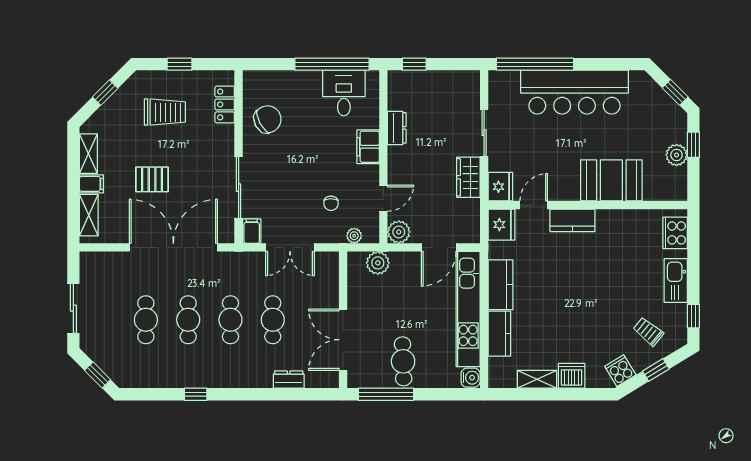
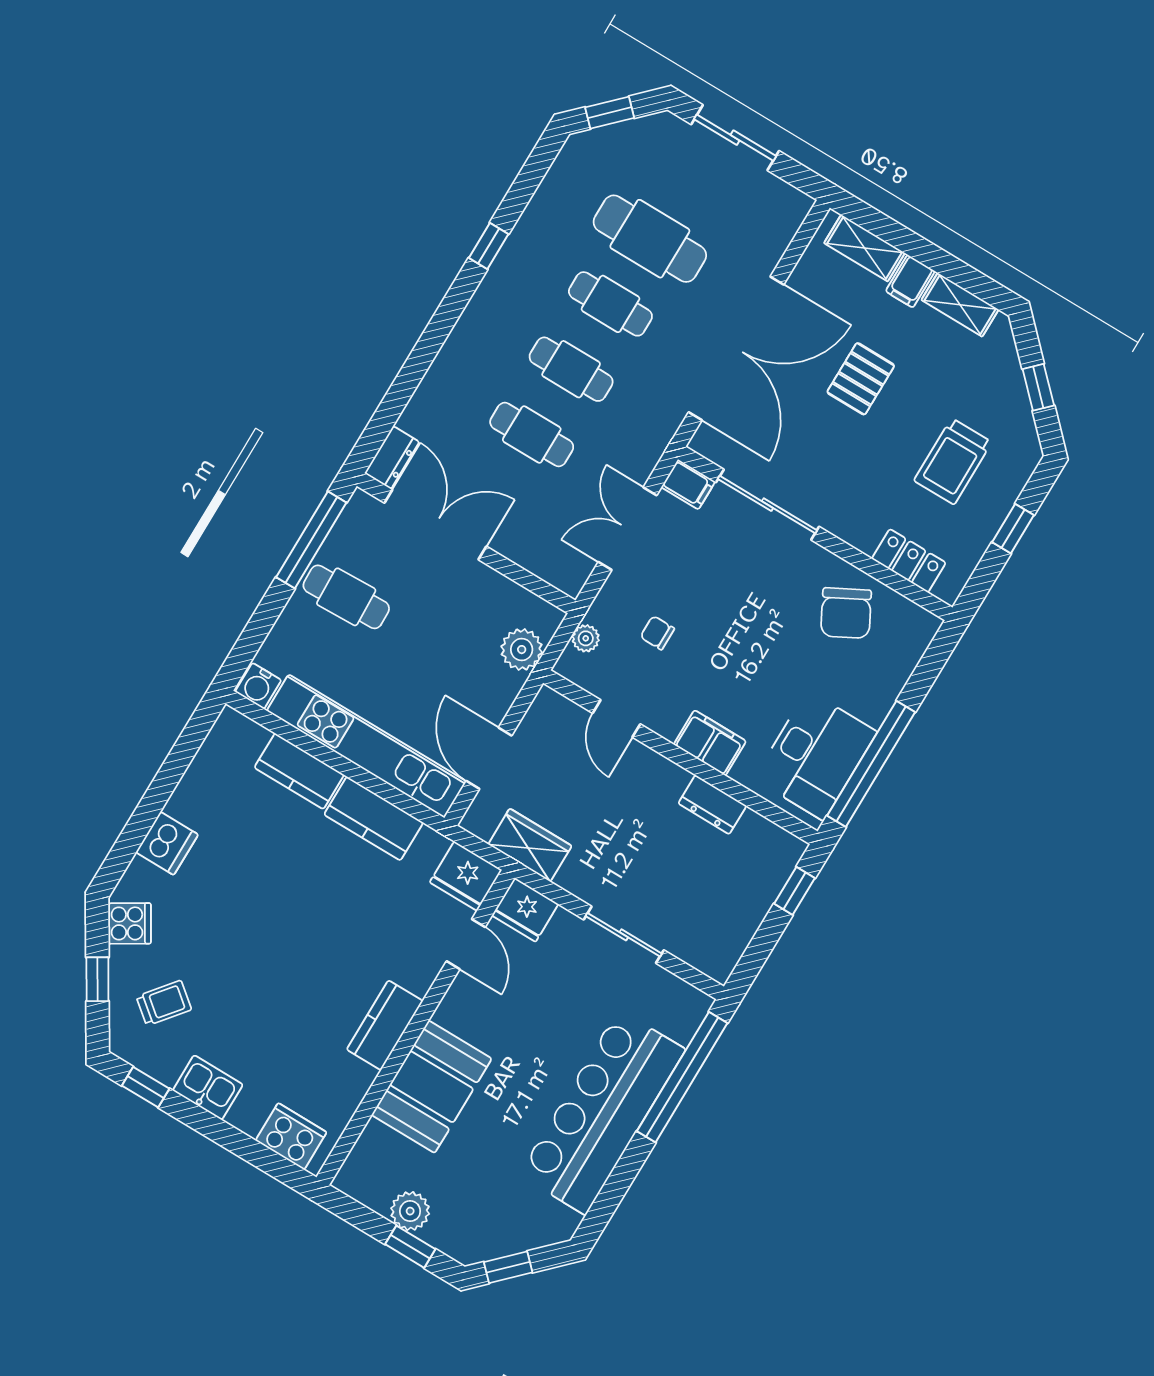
desk: (344, 93) -> (816, 755), width x1.37
wardrobe: (468, 177) -> (530, 845), moved
kitchen counter: (572, 220) -> (385, 1025), moved
plant: (399, 232) -> (550, 711), removed
kitchen sink: (676, 281) -> (208, 1087), width x0.73
cafe table: (146, 320) -> (650, 239), width x1.37, depth x1.35
shelving: (537, 379) -> (194, 787), removed
dresser: (289, 380) -> (392, 458), moved

